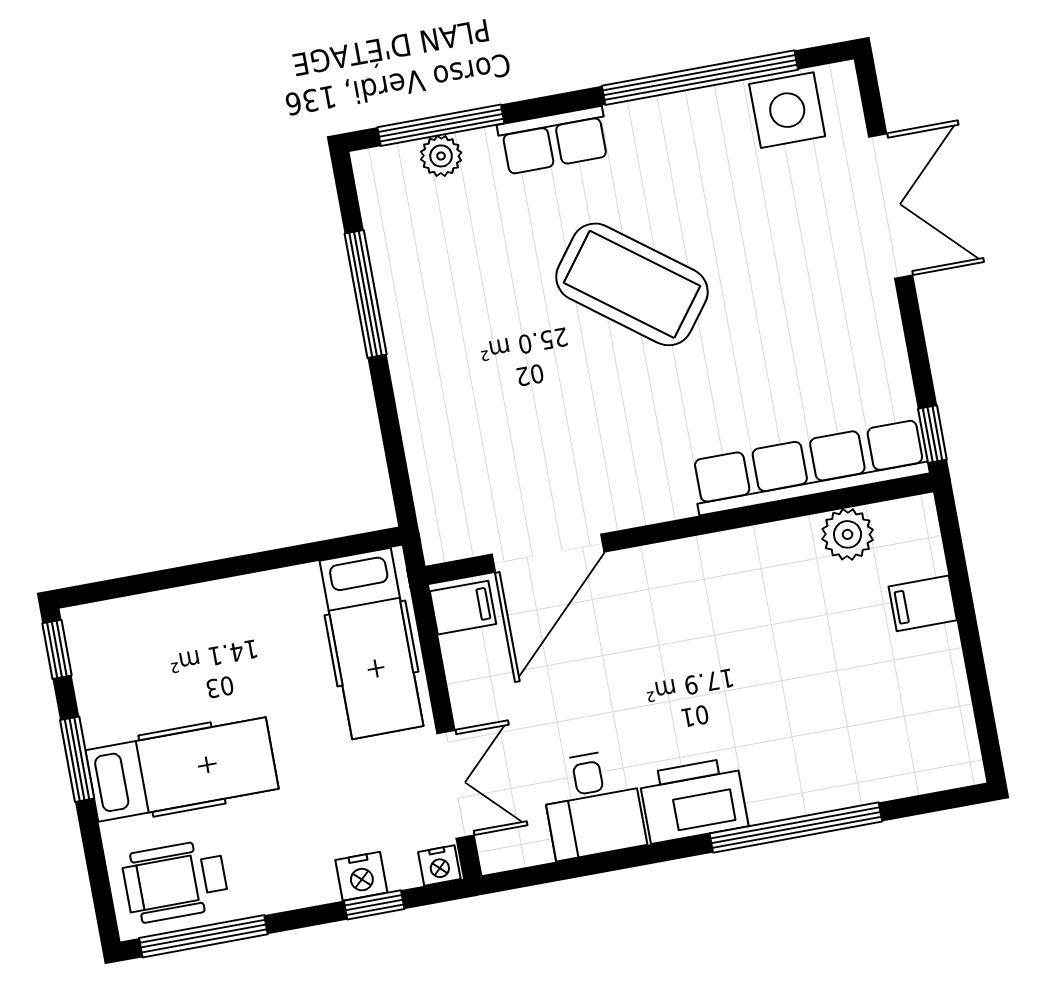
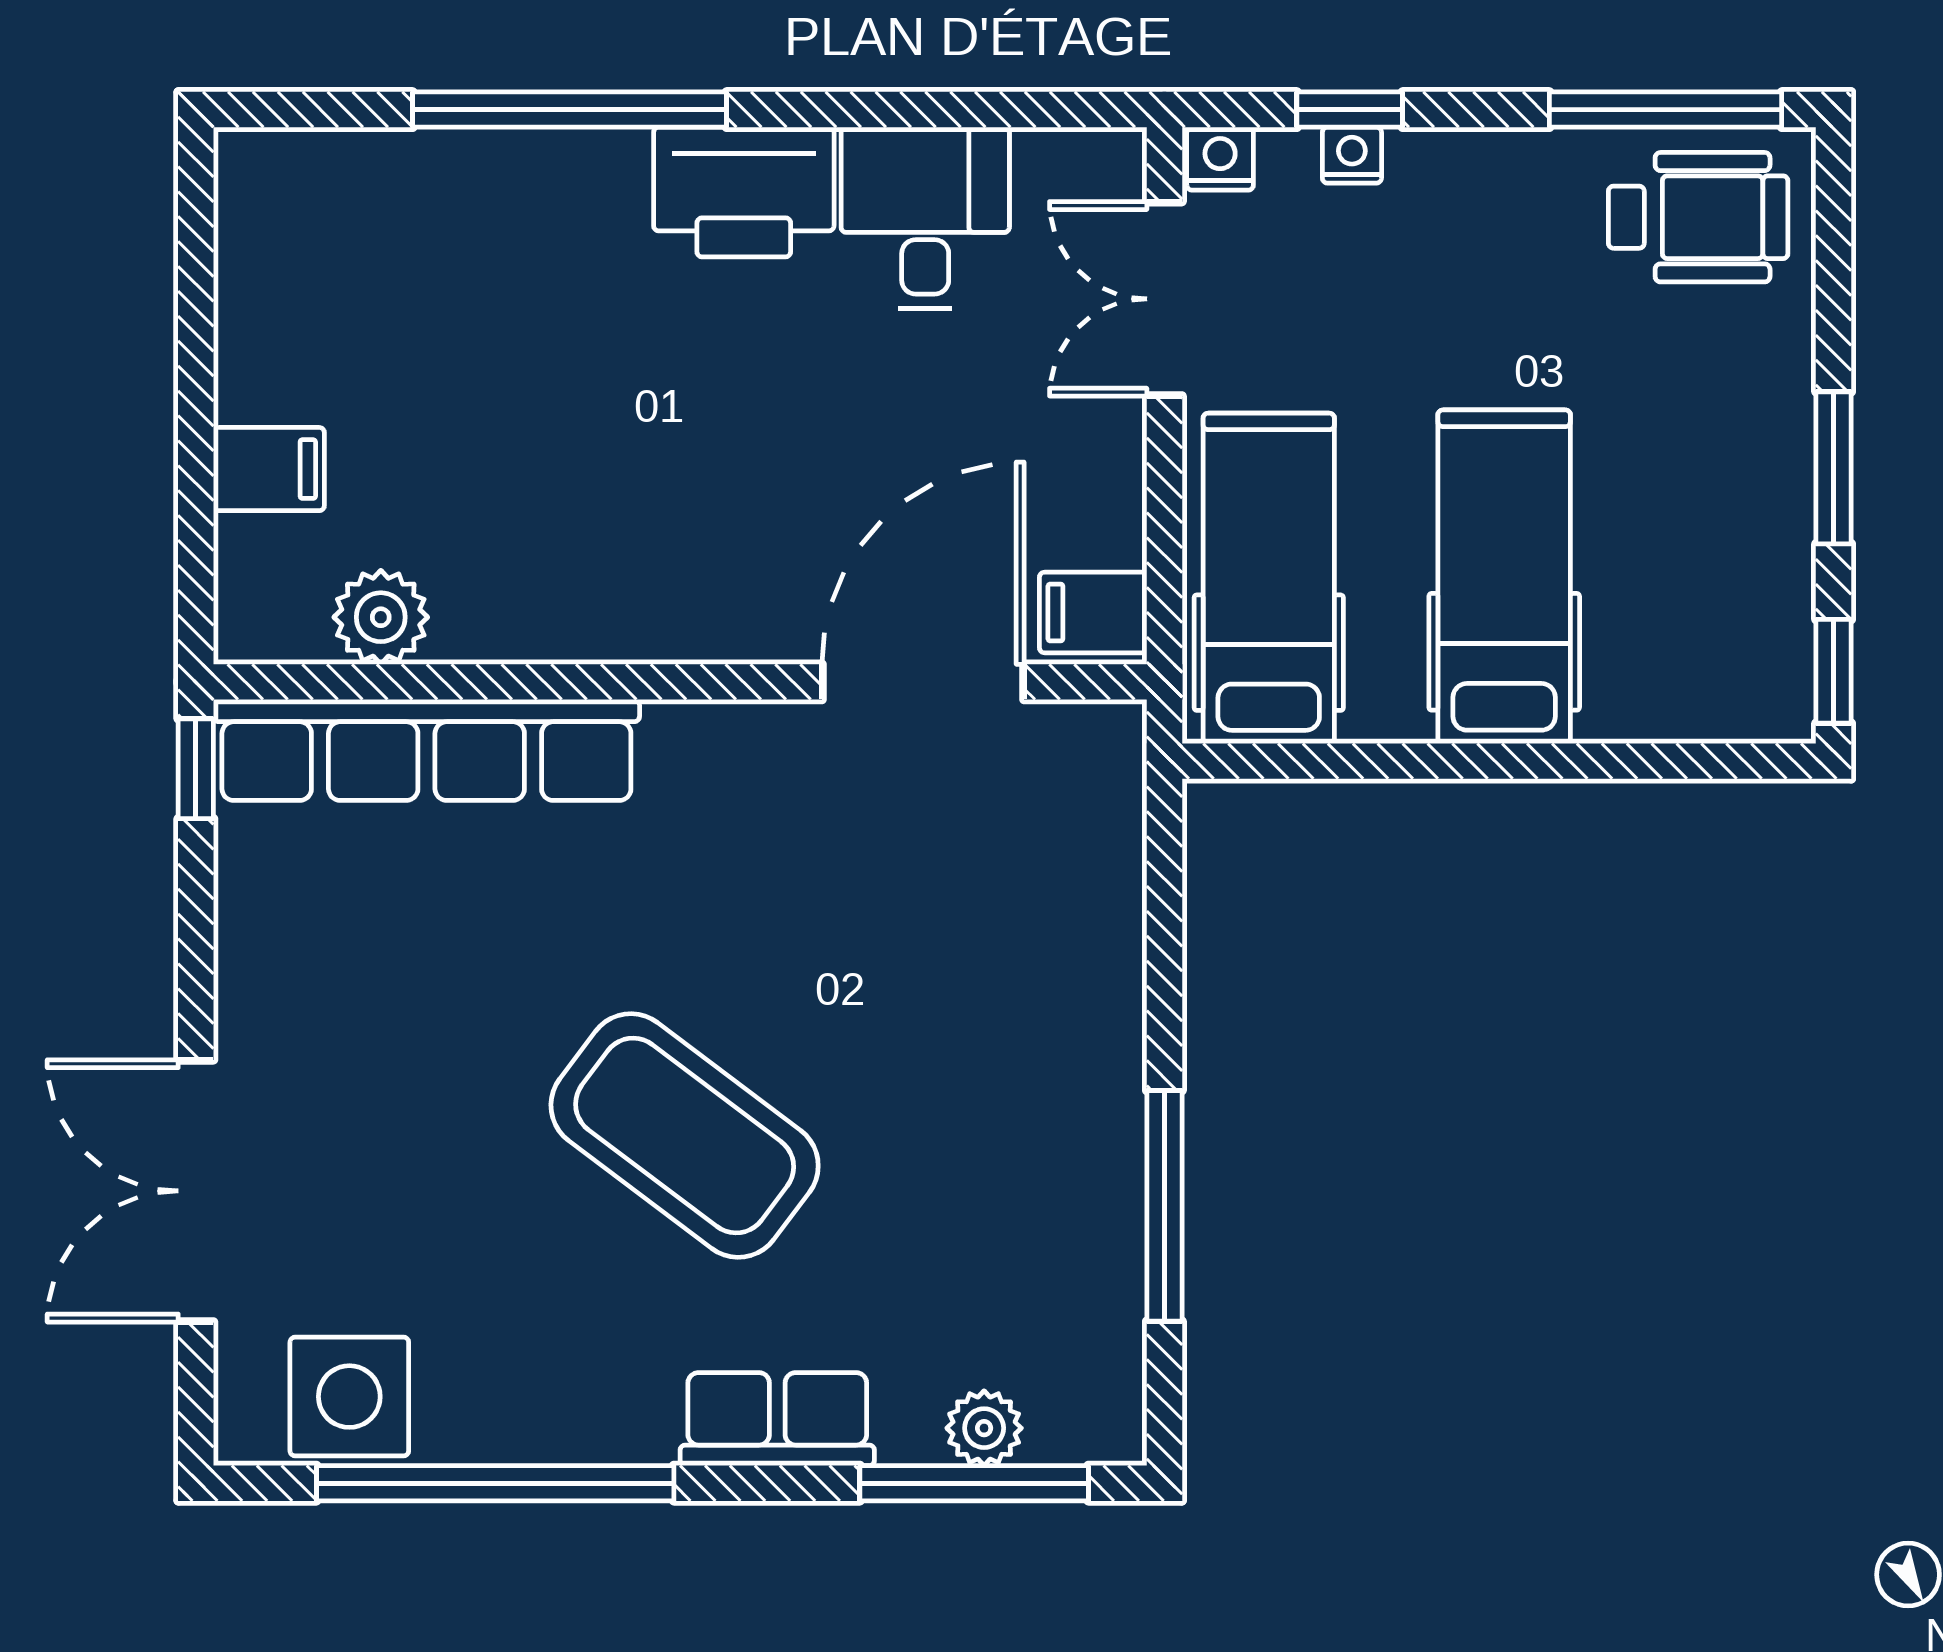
hospital bed: (182, 769) -> (1504, 577), moved, turned 90
nightstand: (361, 876) -> (1352, 155), width x0.72, depth x0.74

